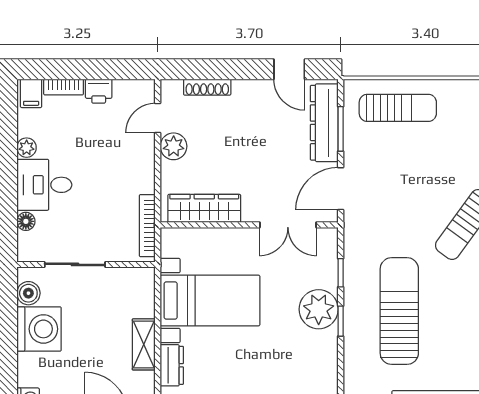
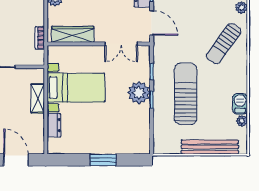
door: (341, 189) -> (152, 23), swing flipped
bookcase: (147, 226) -> (40, 38), width x0.64
shelving: (144, 344) -> (38, 98), moved

